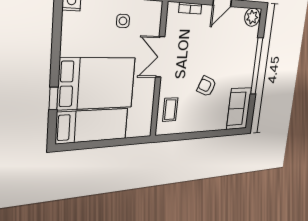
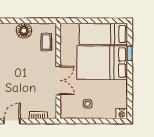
armchair: (207, 86) -> (17, 59), removed
floor lamp: (195, 123) -> (24, 31), added

